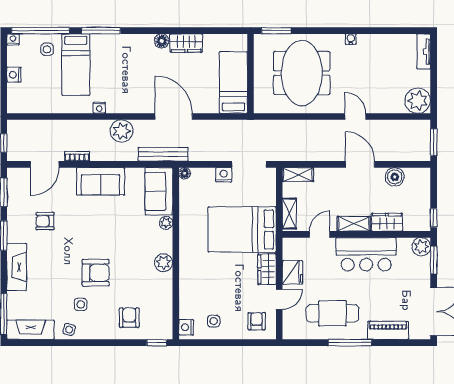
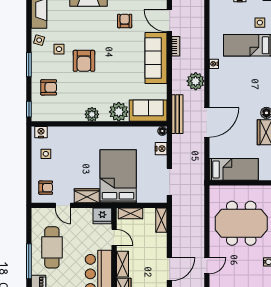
nightstand: (224, 175) -> (161, 149), moved
sofa: (101, 181) -> (156, 58), width x1.36
plant: (166, 223) -> (119, 112), width x1.87, depth x1.87
fridge: (293, 272) -> (102, 216), moved
window: (100, 343) -> (29, 65), added

